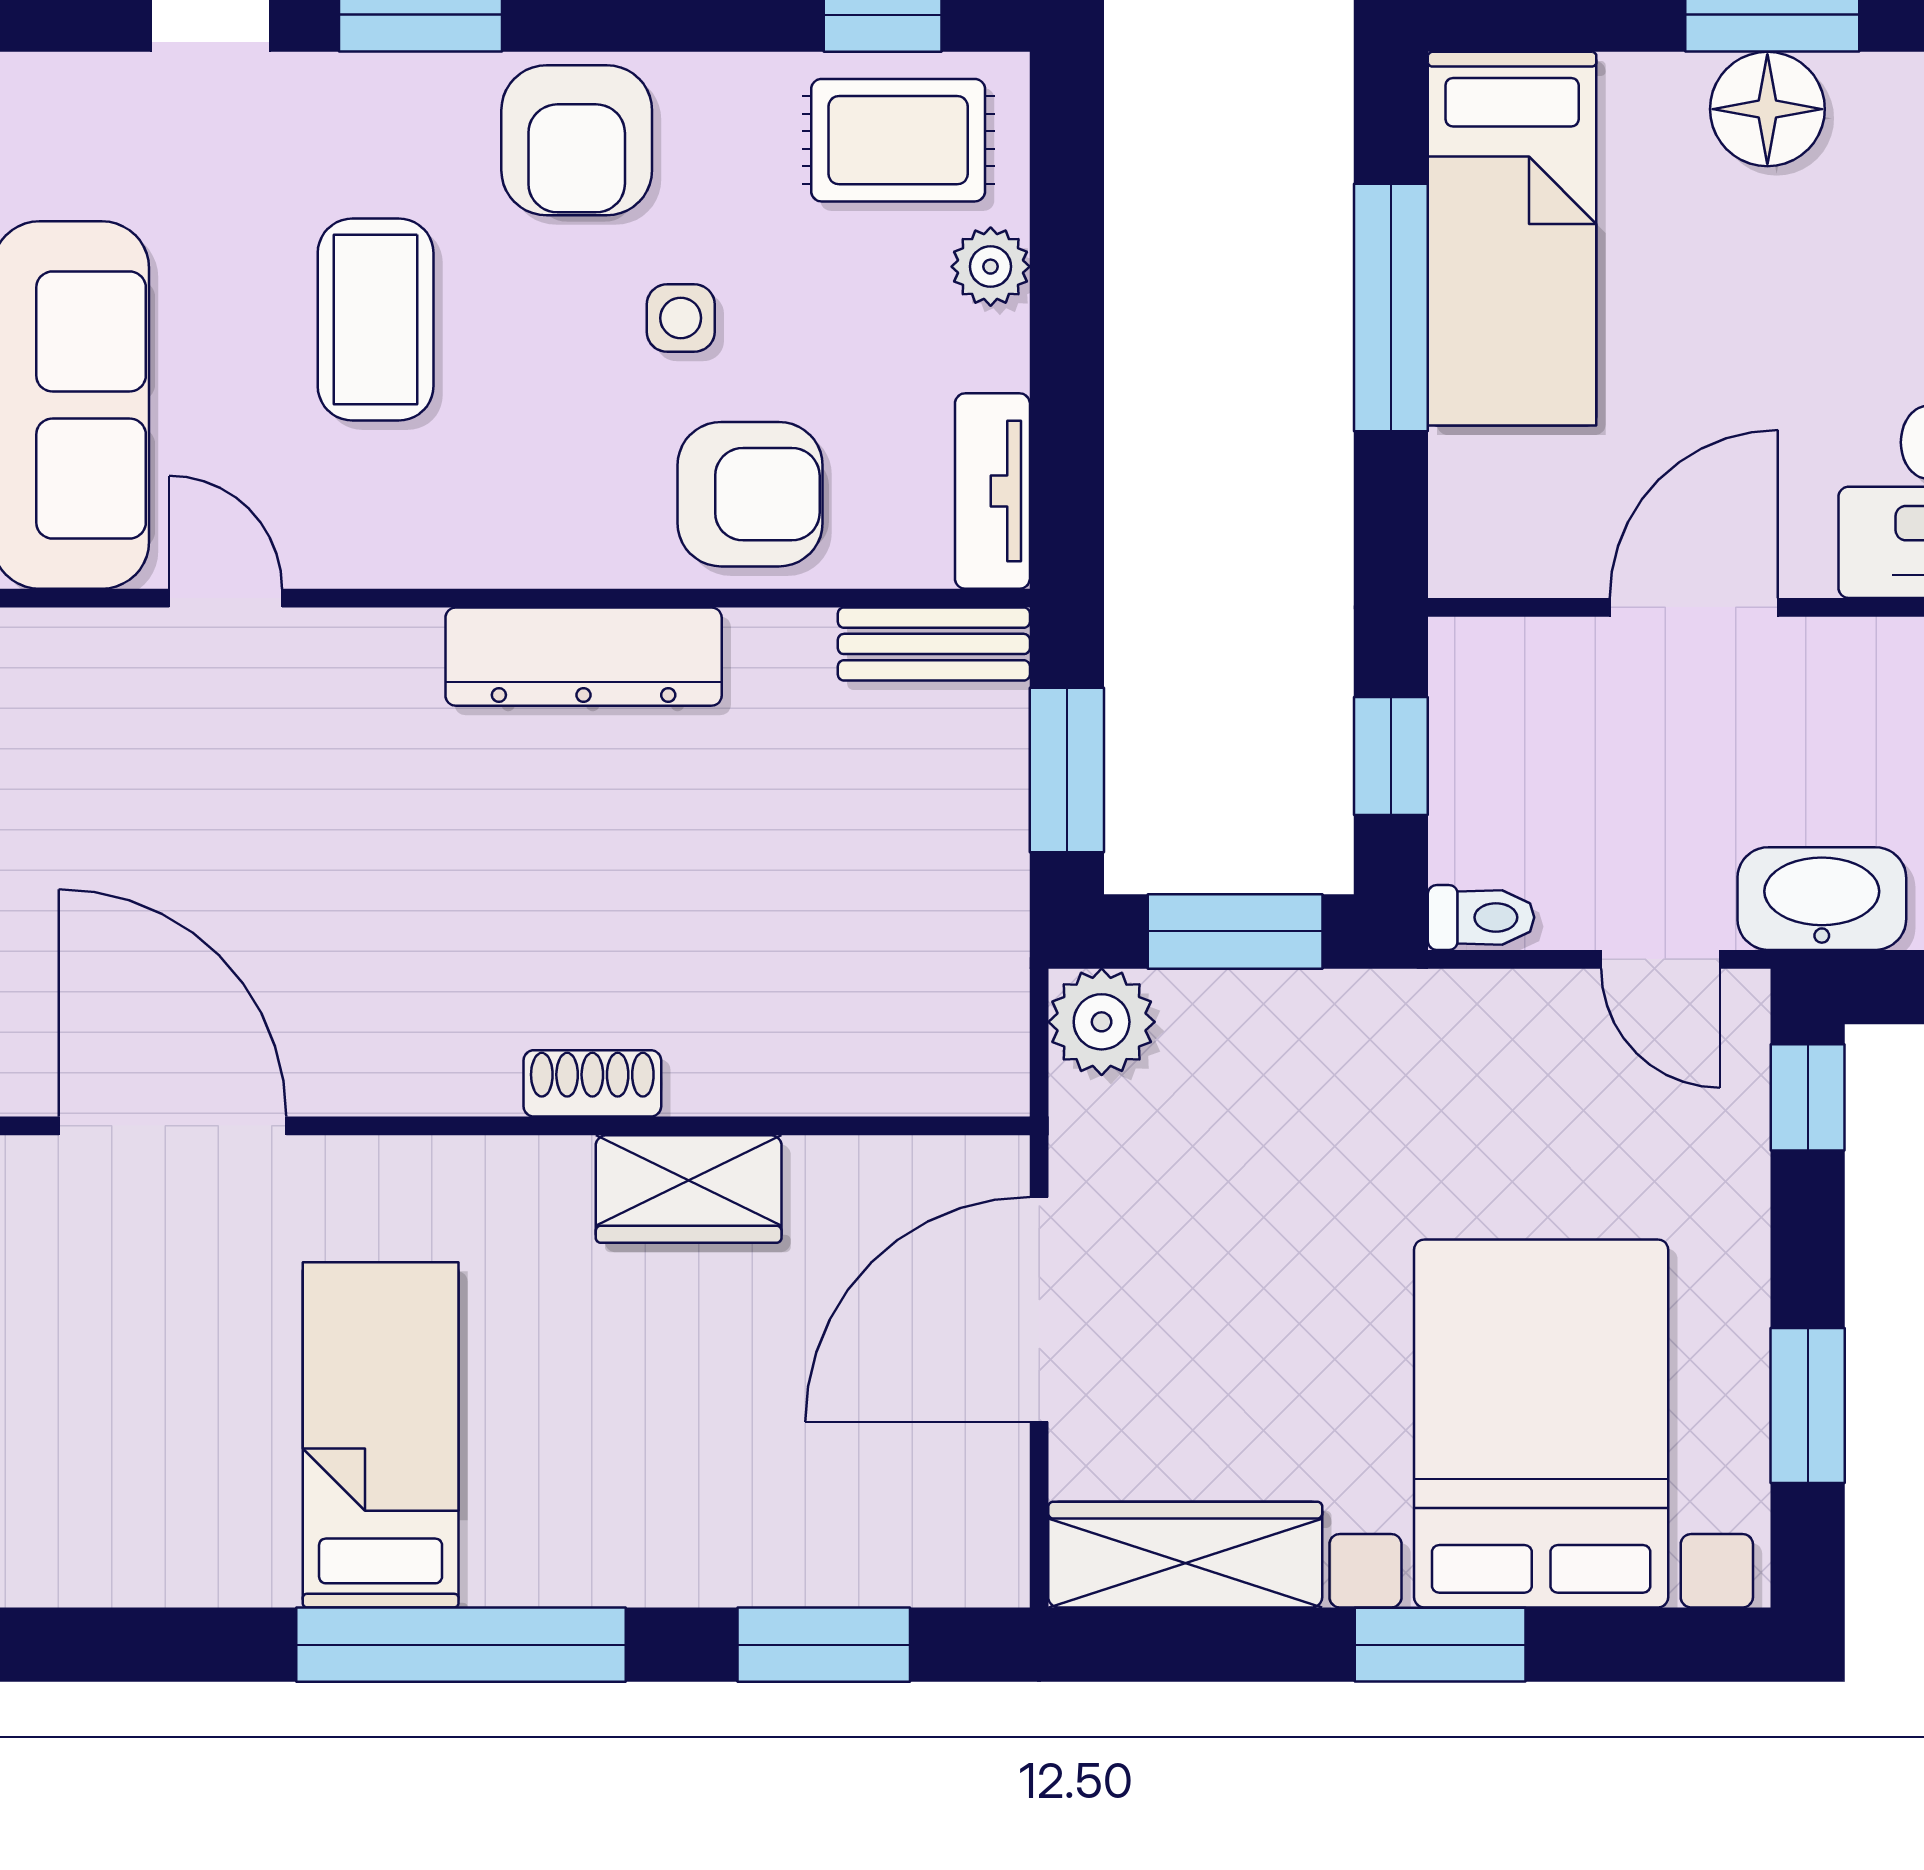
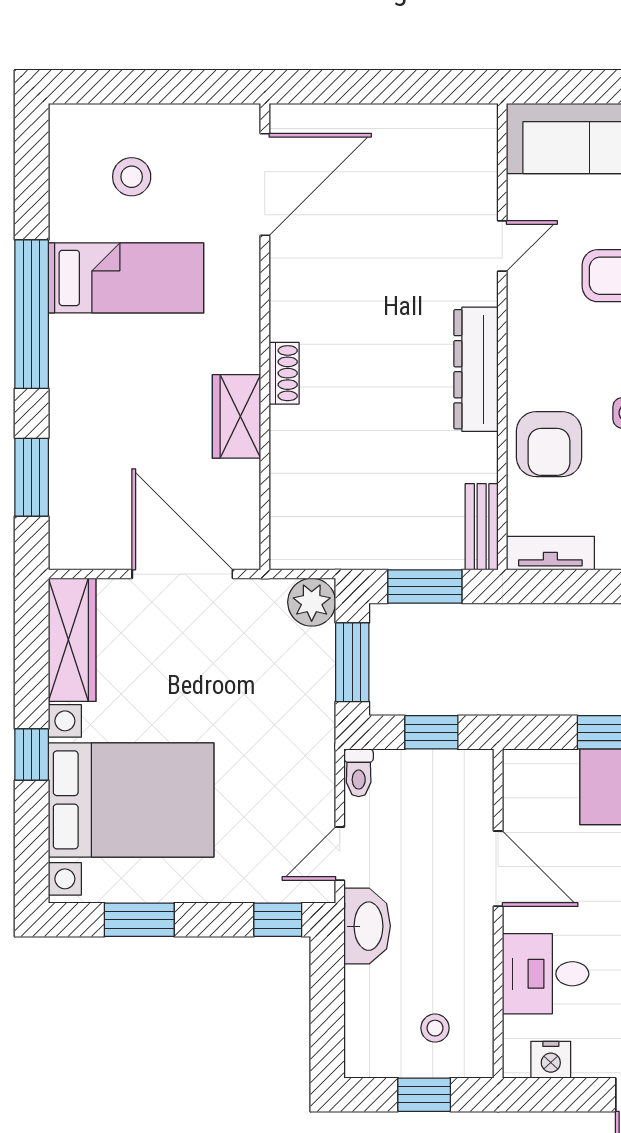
door: (226, 598) -> (502, 246), moved
stool: (155, 1422) -> (132, 177), added
window: (1440, 1645) -> (32, 754), width x0.67

